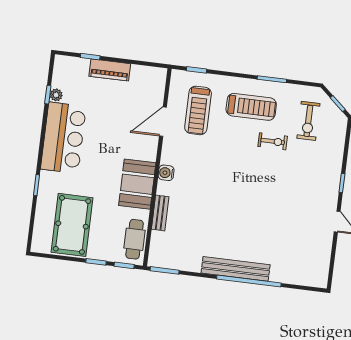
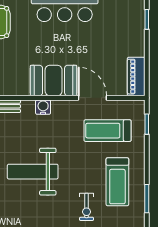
piano: (110, 70) -> (136, 77), moved
booth: (137, 184) -> (54, 80), moved
weight bench: (230, 191) -> (33, 172), added

